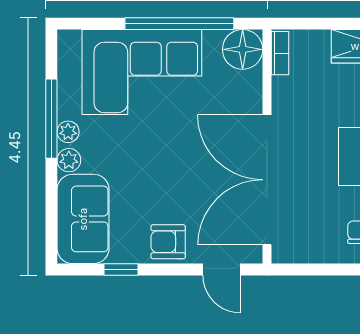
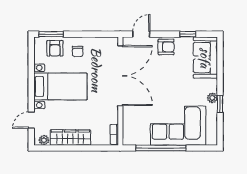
floor lamp: (243, 49) -> (132, 136), removed
window: (51, 119) -> (220, 104), width x0.46
plant: (69, 160) -> (212, 85), removed
door: (221, 270) -> (141, 34), hinge flipped

